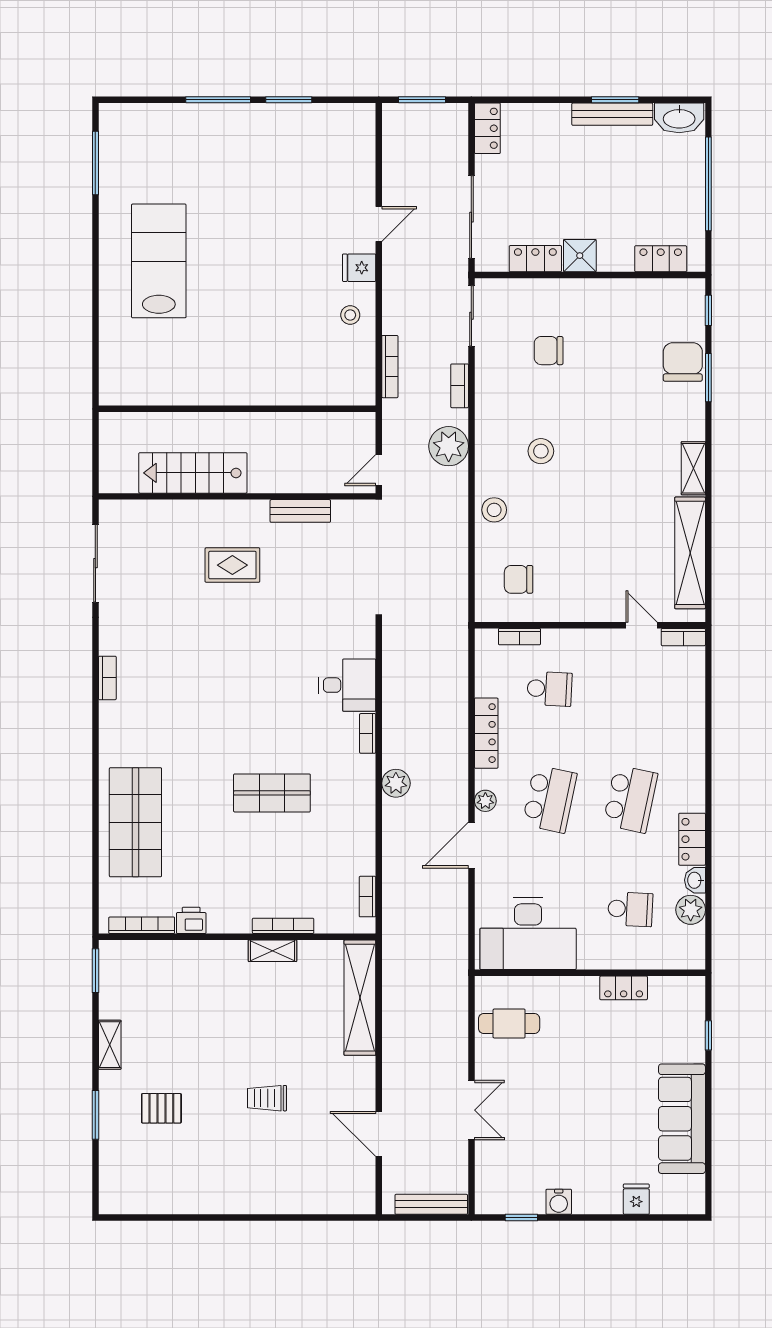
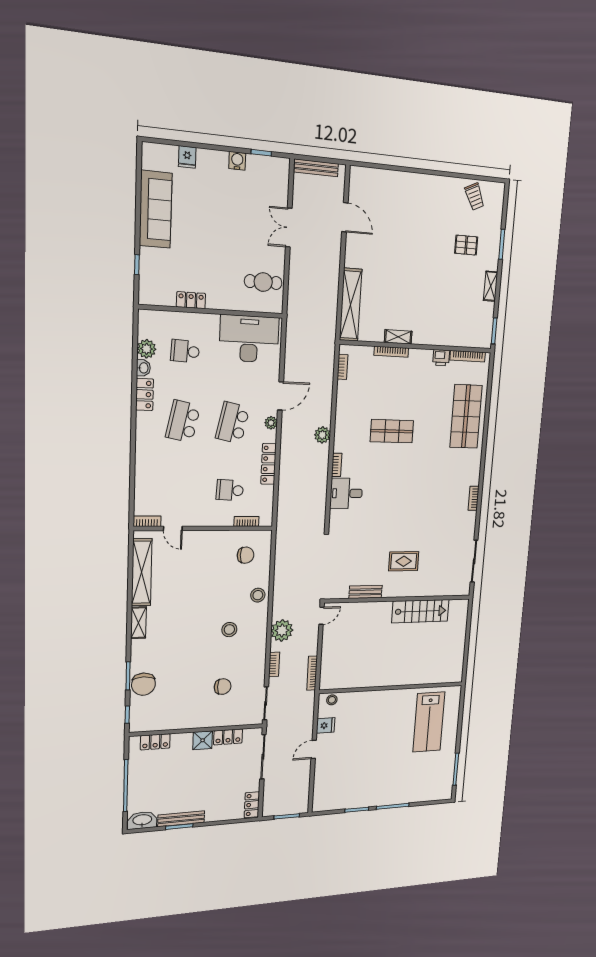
wall: (237, 409) -> (392, 688), moved
trolley: (267, 1098) -> (475, 197), moved, turned 65

